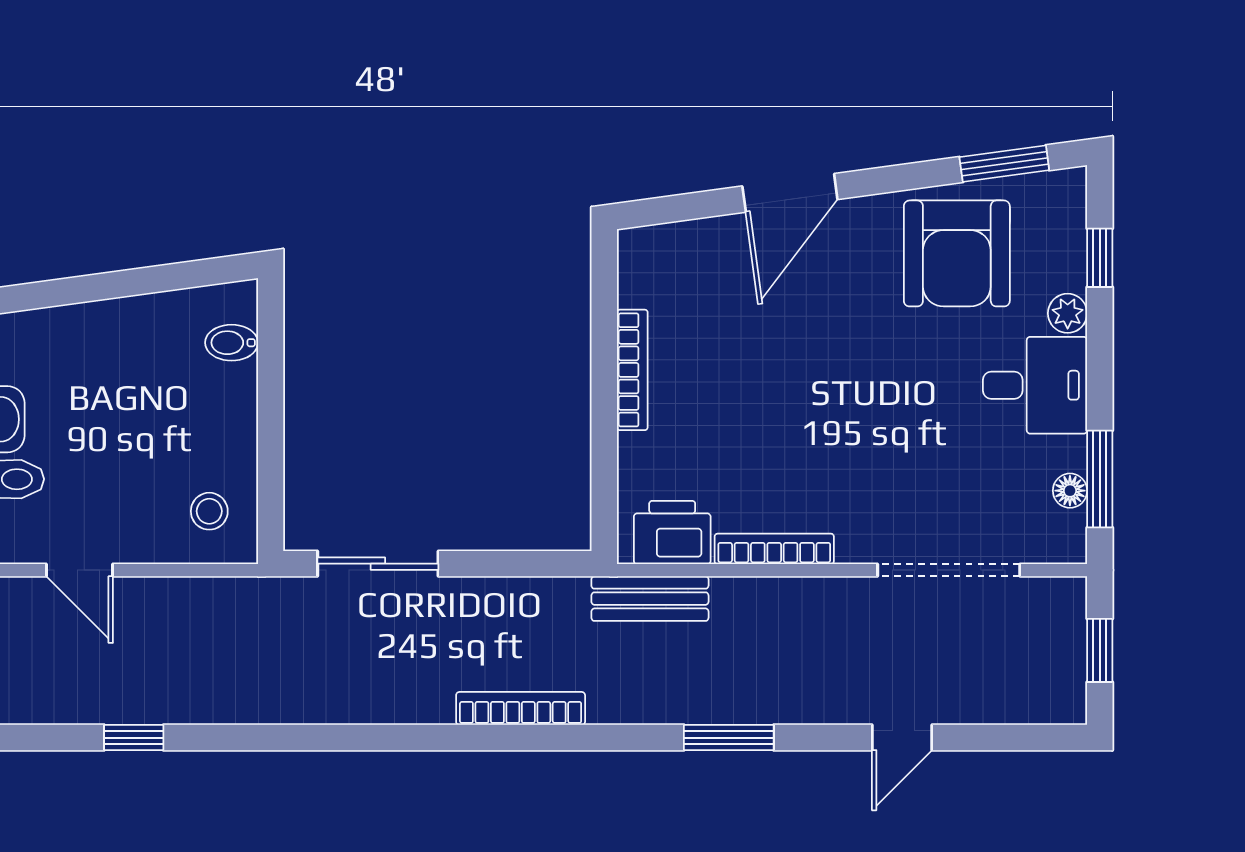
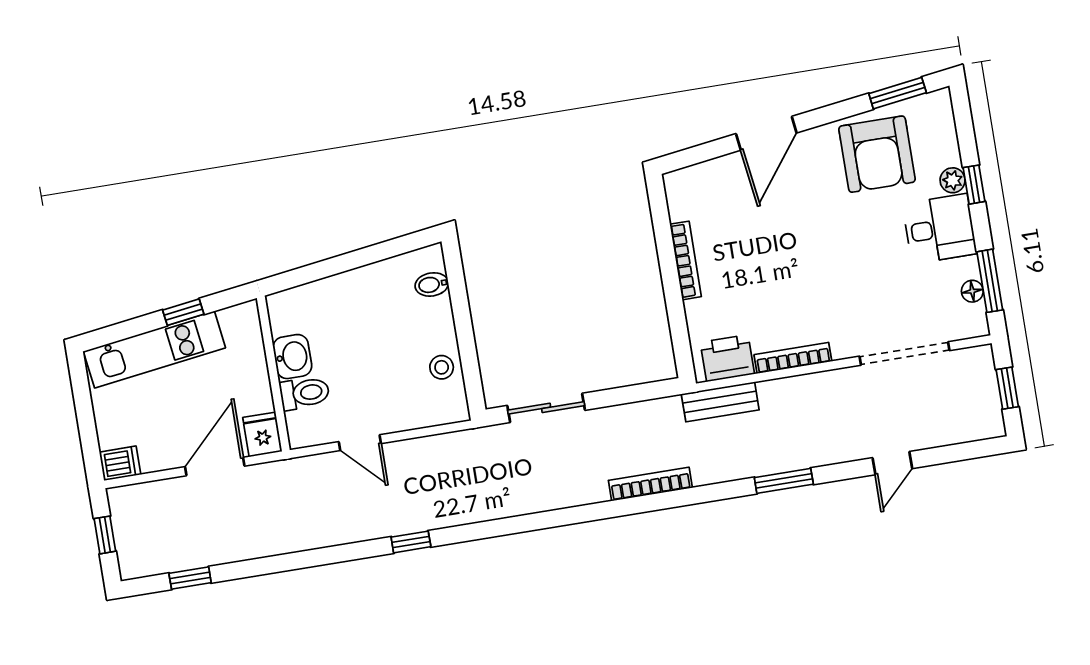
window: (1100, 258) -> (974, 185), moved
stool: (209, 511) -> (442, 367), moved

